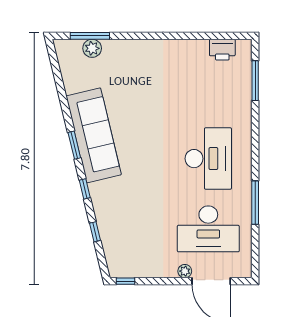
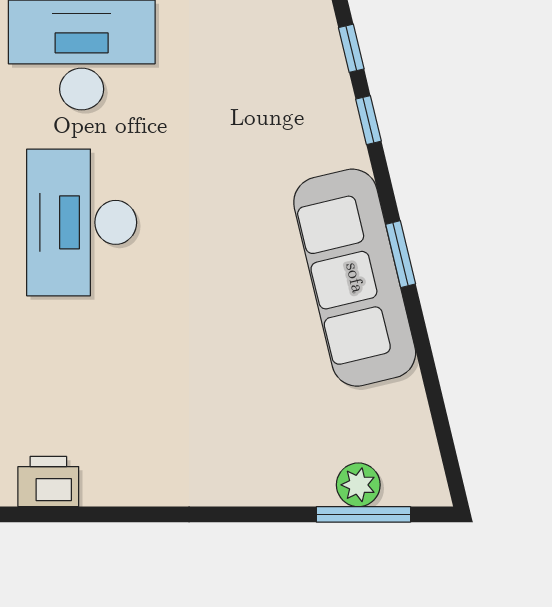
window: (85, 189) -> (368, 120), moved

